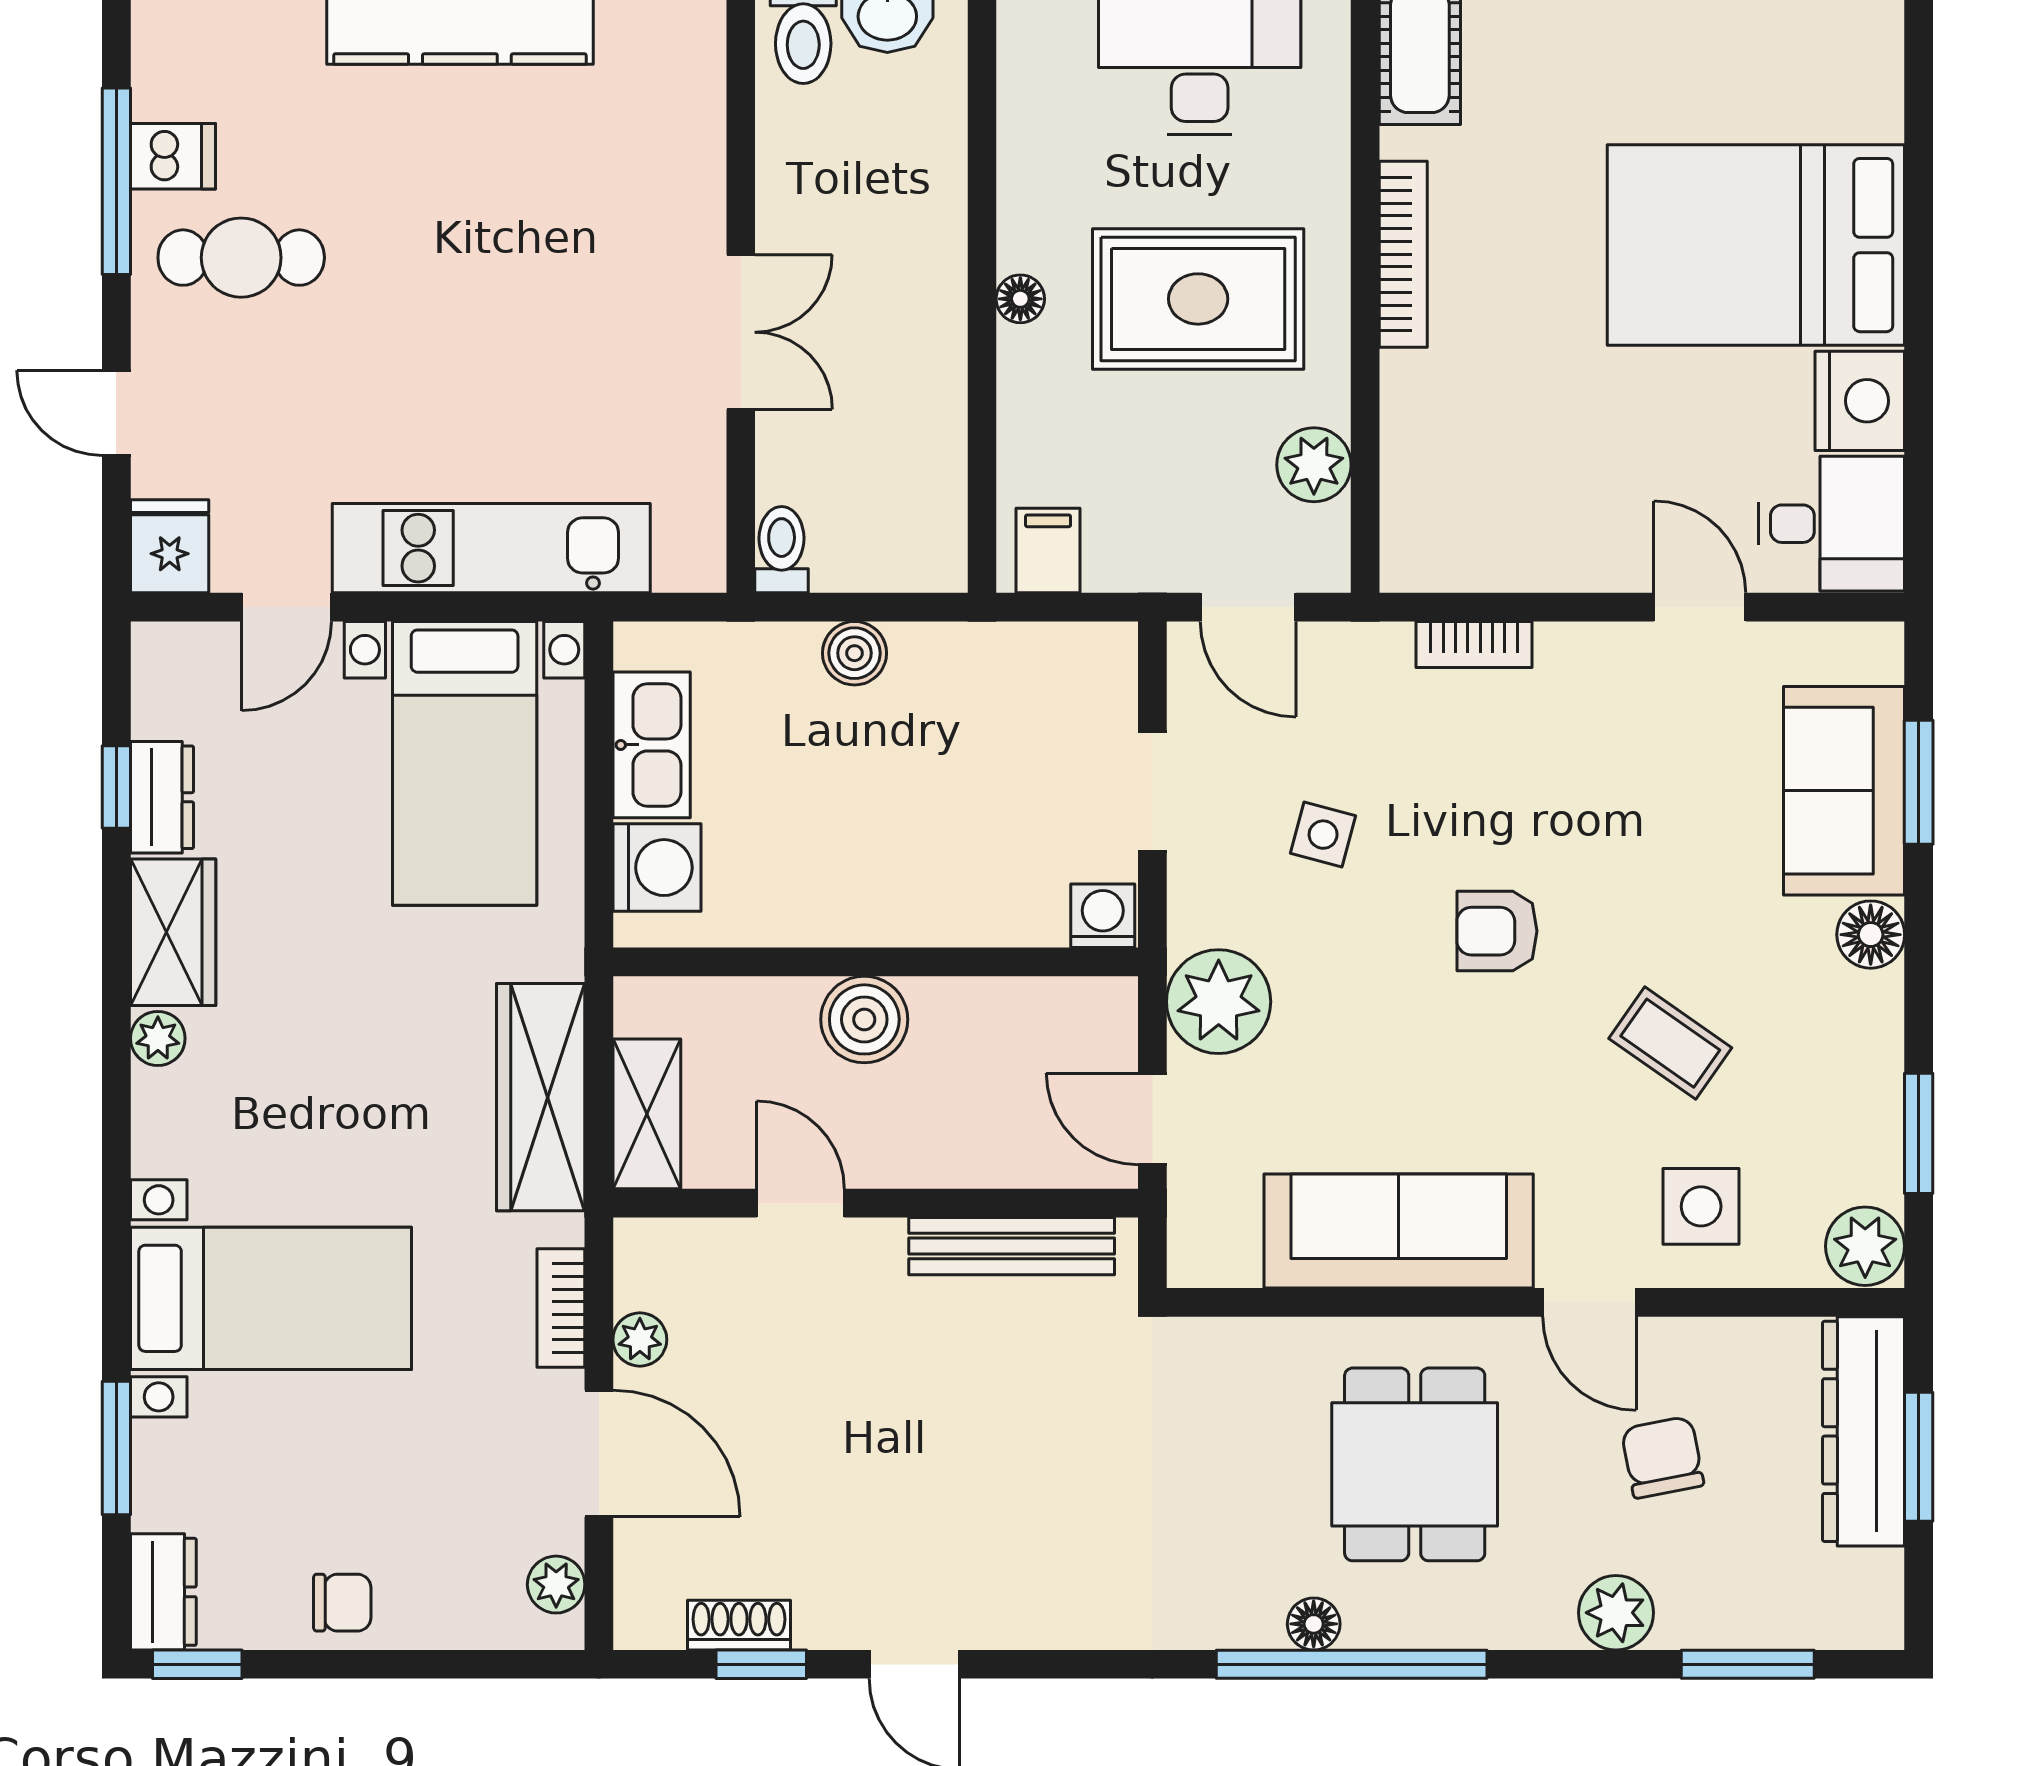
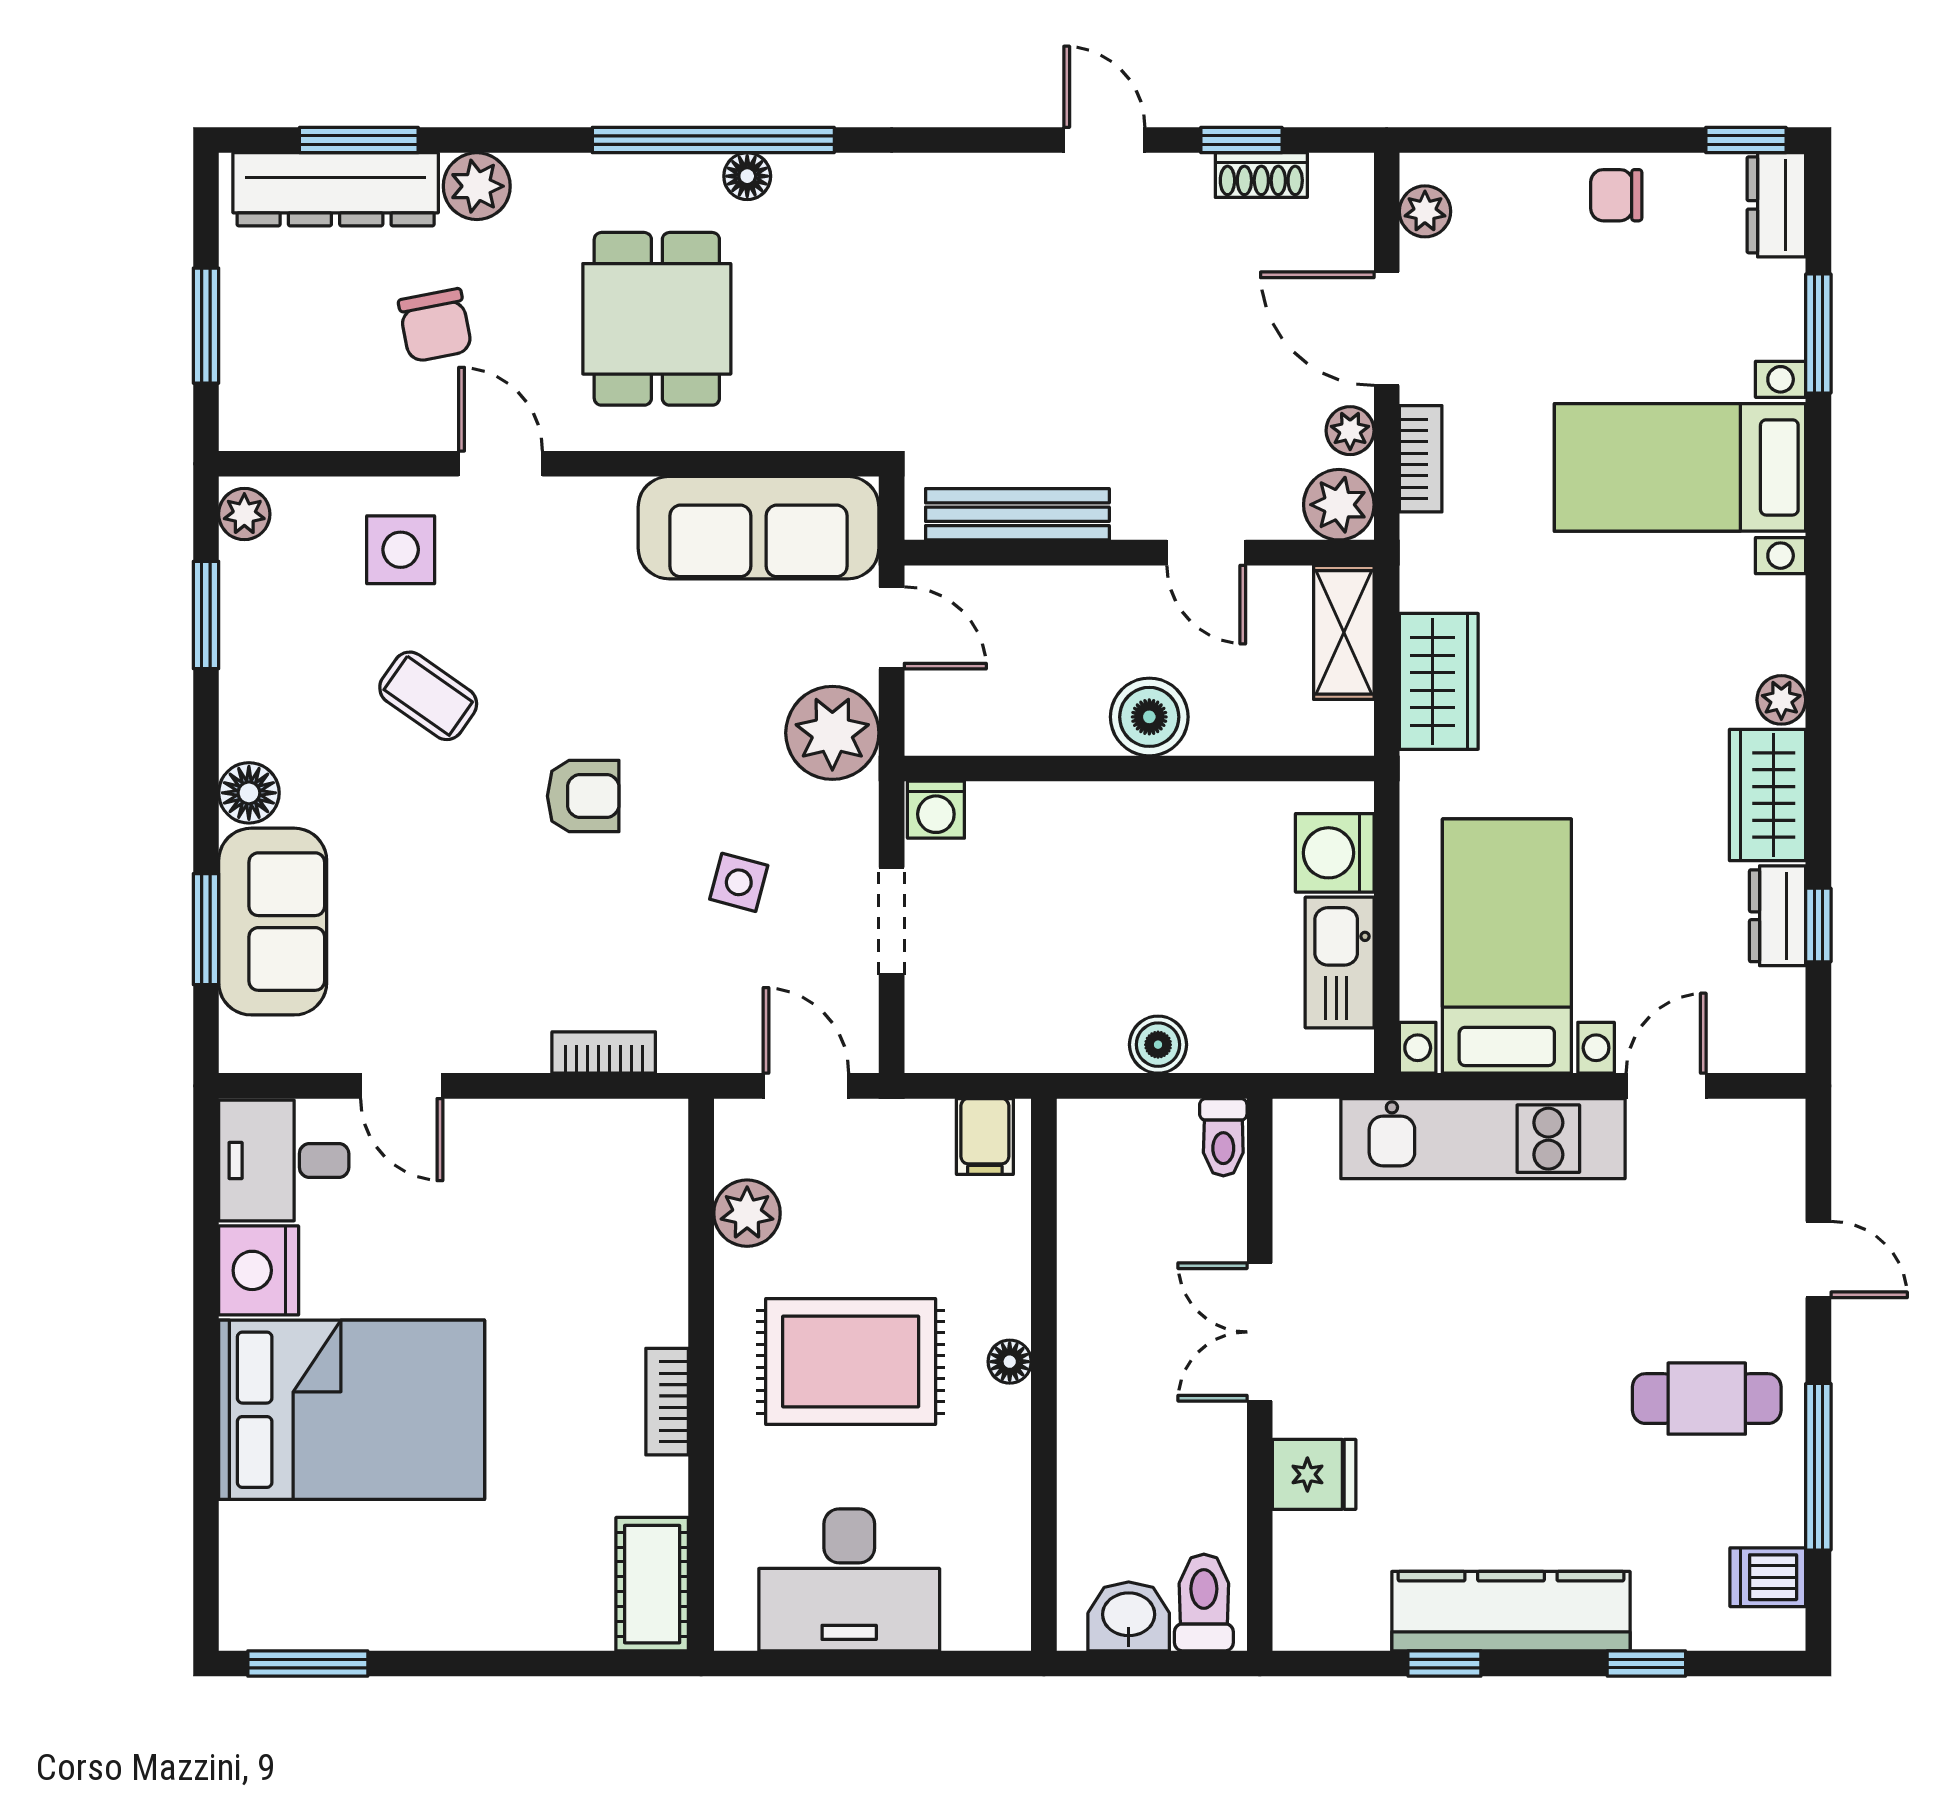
dishwasher: (173, 156) -> (1768, 1577), moved
bookcase: (1403, 254) -> (667, 1402), width x0.64
fridge: (170, 546) -> (1314, 1474), moved, turned -90
wardrobe: (541, 1097) -> (1439, 681), width x0.67
sofa: (1399, 1231) -> (759, 528), moved
plant: (1865, 1246) -> (244, 514), width x0.73, depth x0.73
plant: (652, 1257) -> (1339, 505), added
dresser: (1864, 1431) -> (336, 189), moved, turned 90

